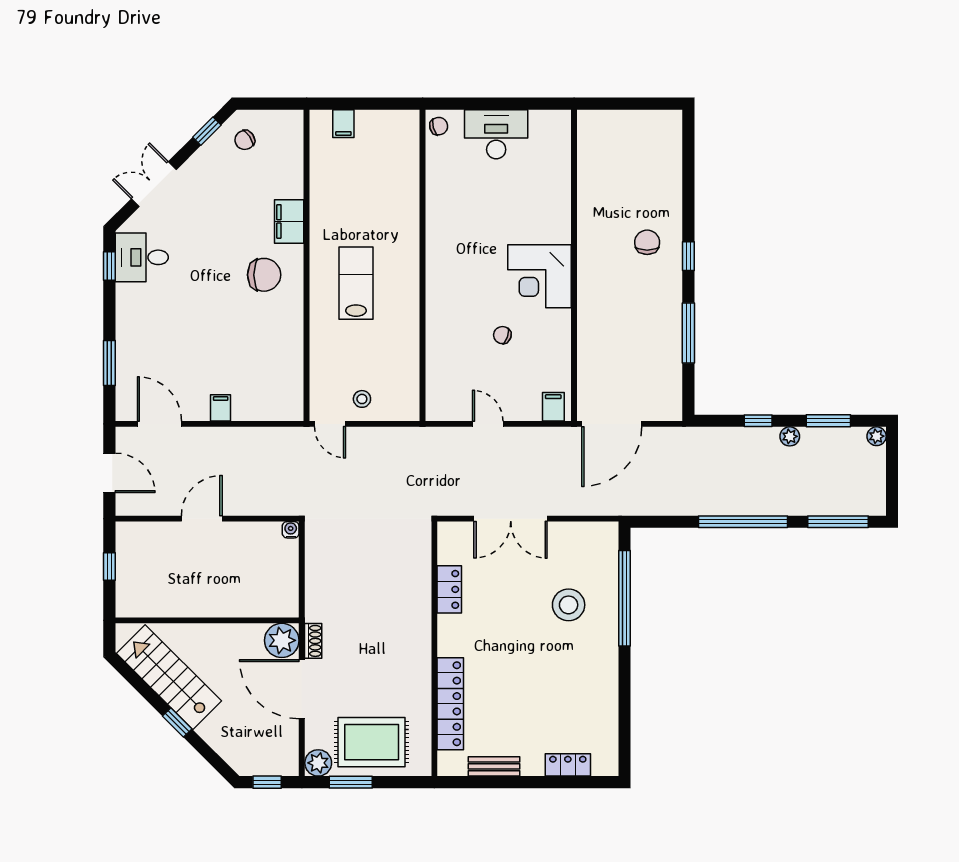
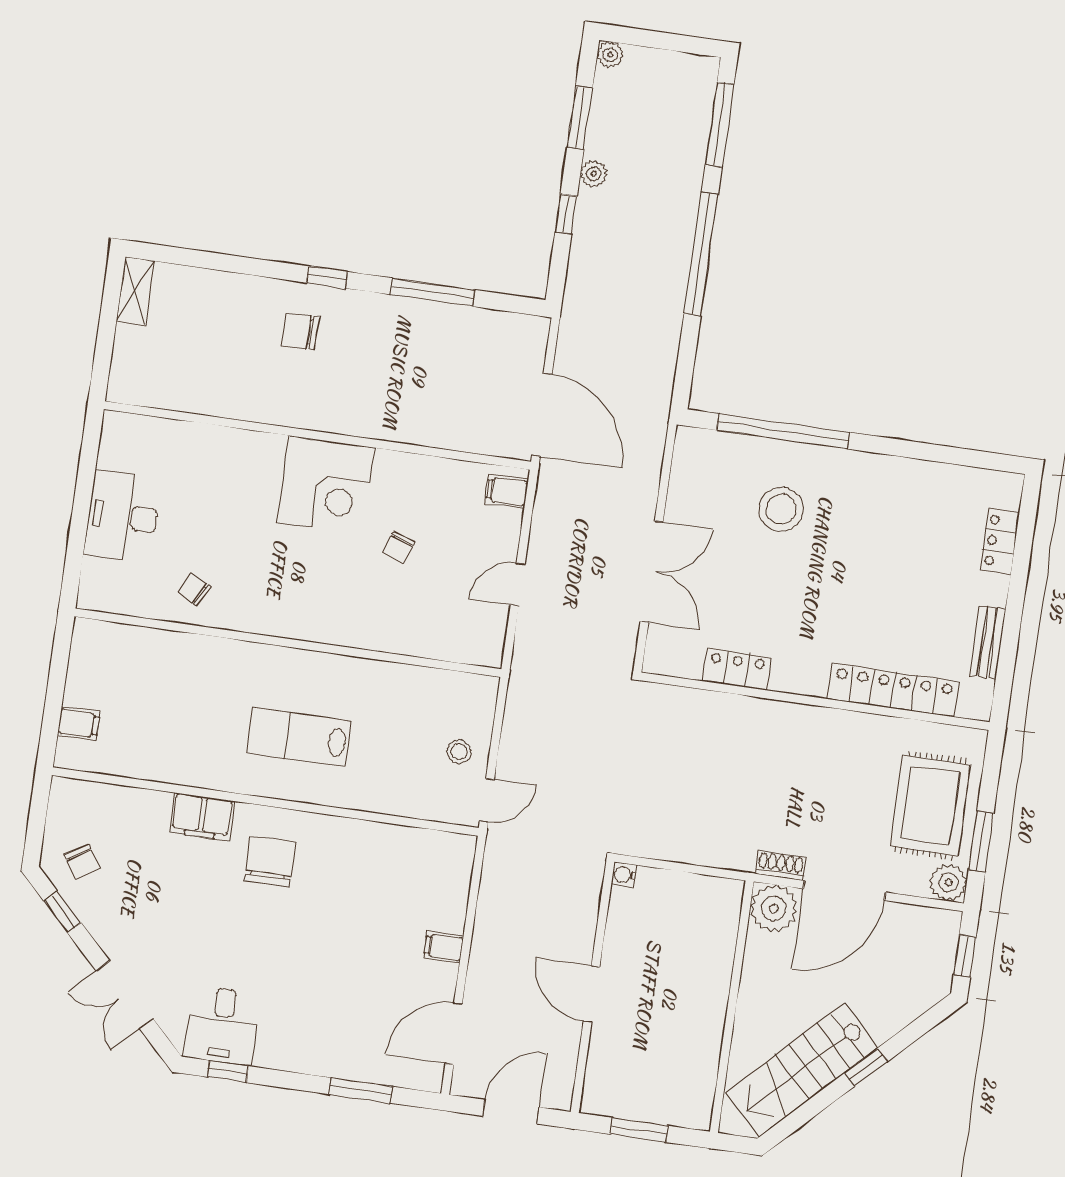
shelving: (659, 120) -> (135, 291), added
chair: (439, 126) -> (194, 589), moved, turned -46
window: (109, 567) -> (639, 1130), width x1.50

